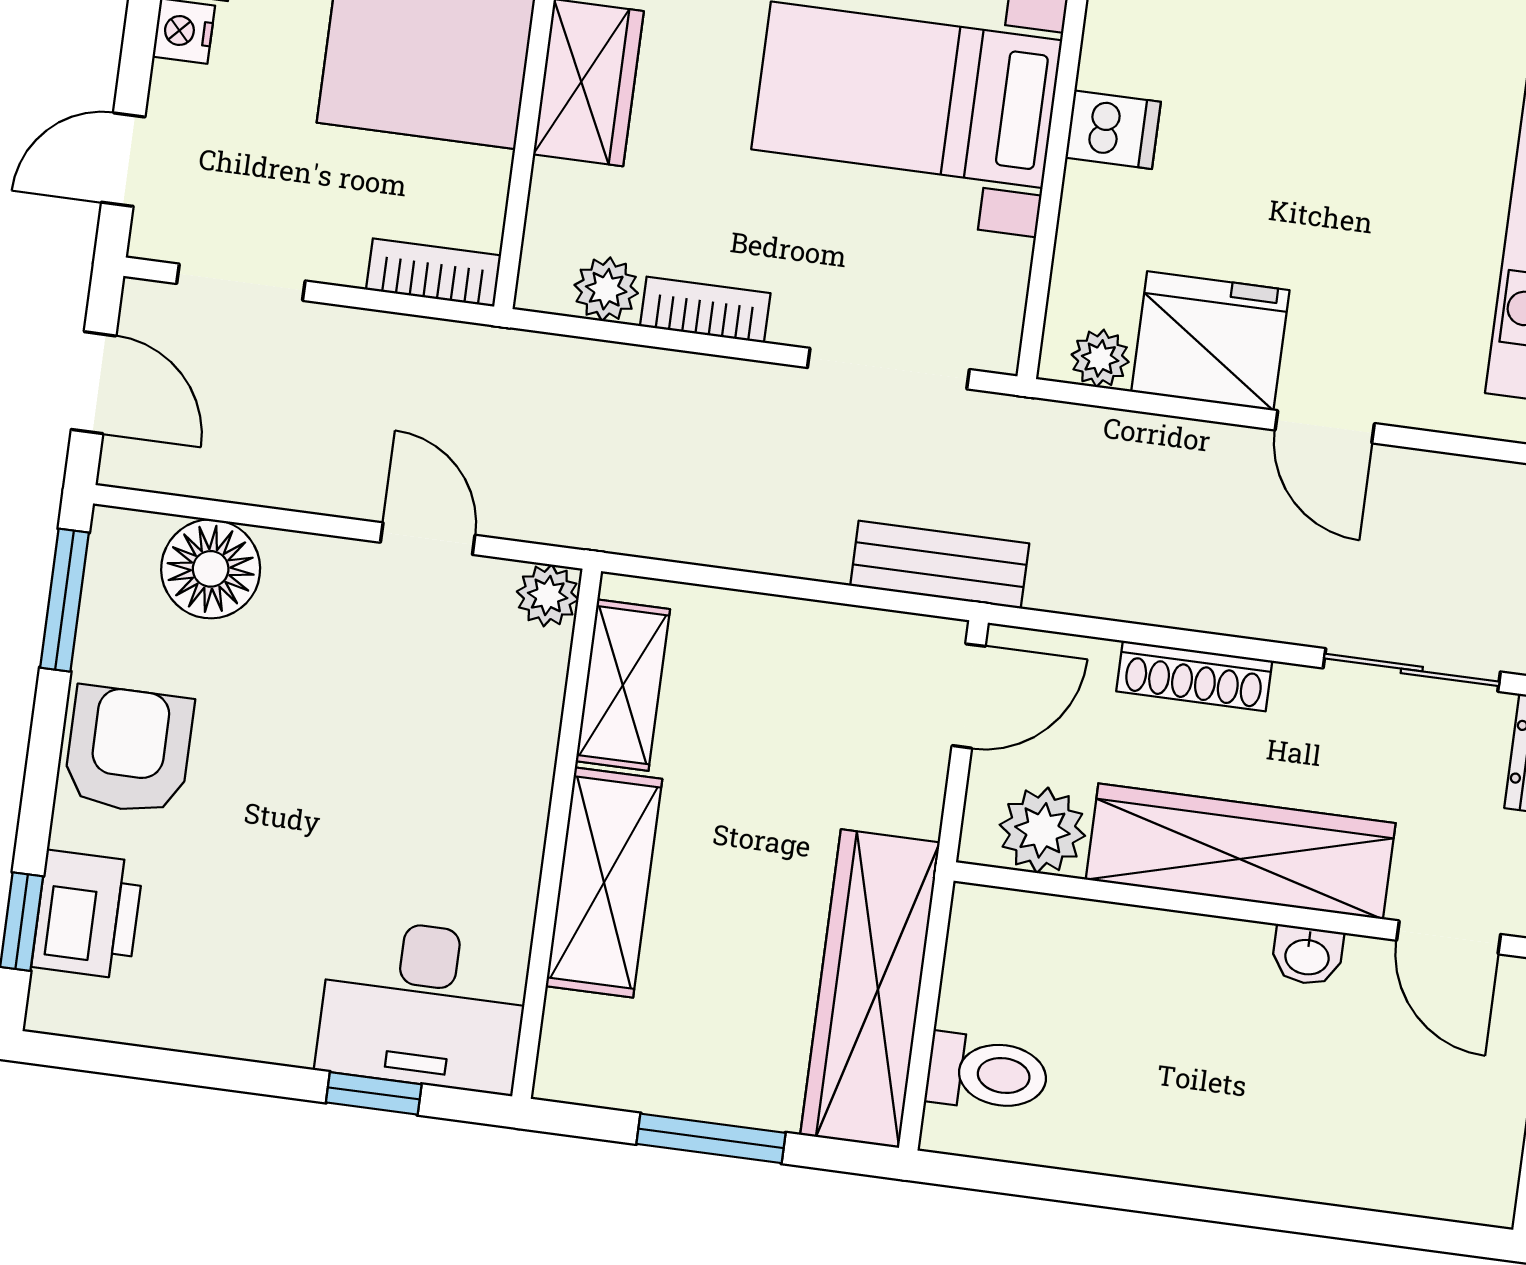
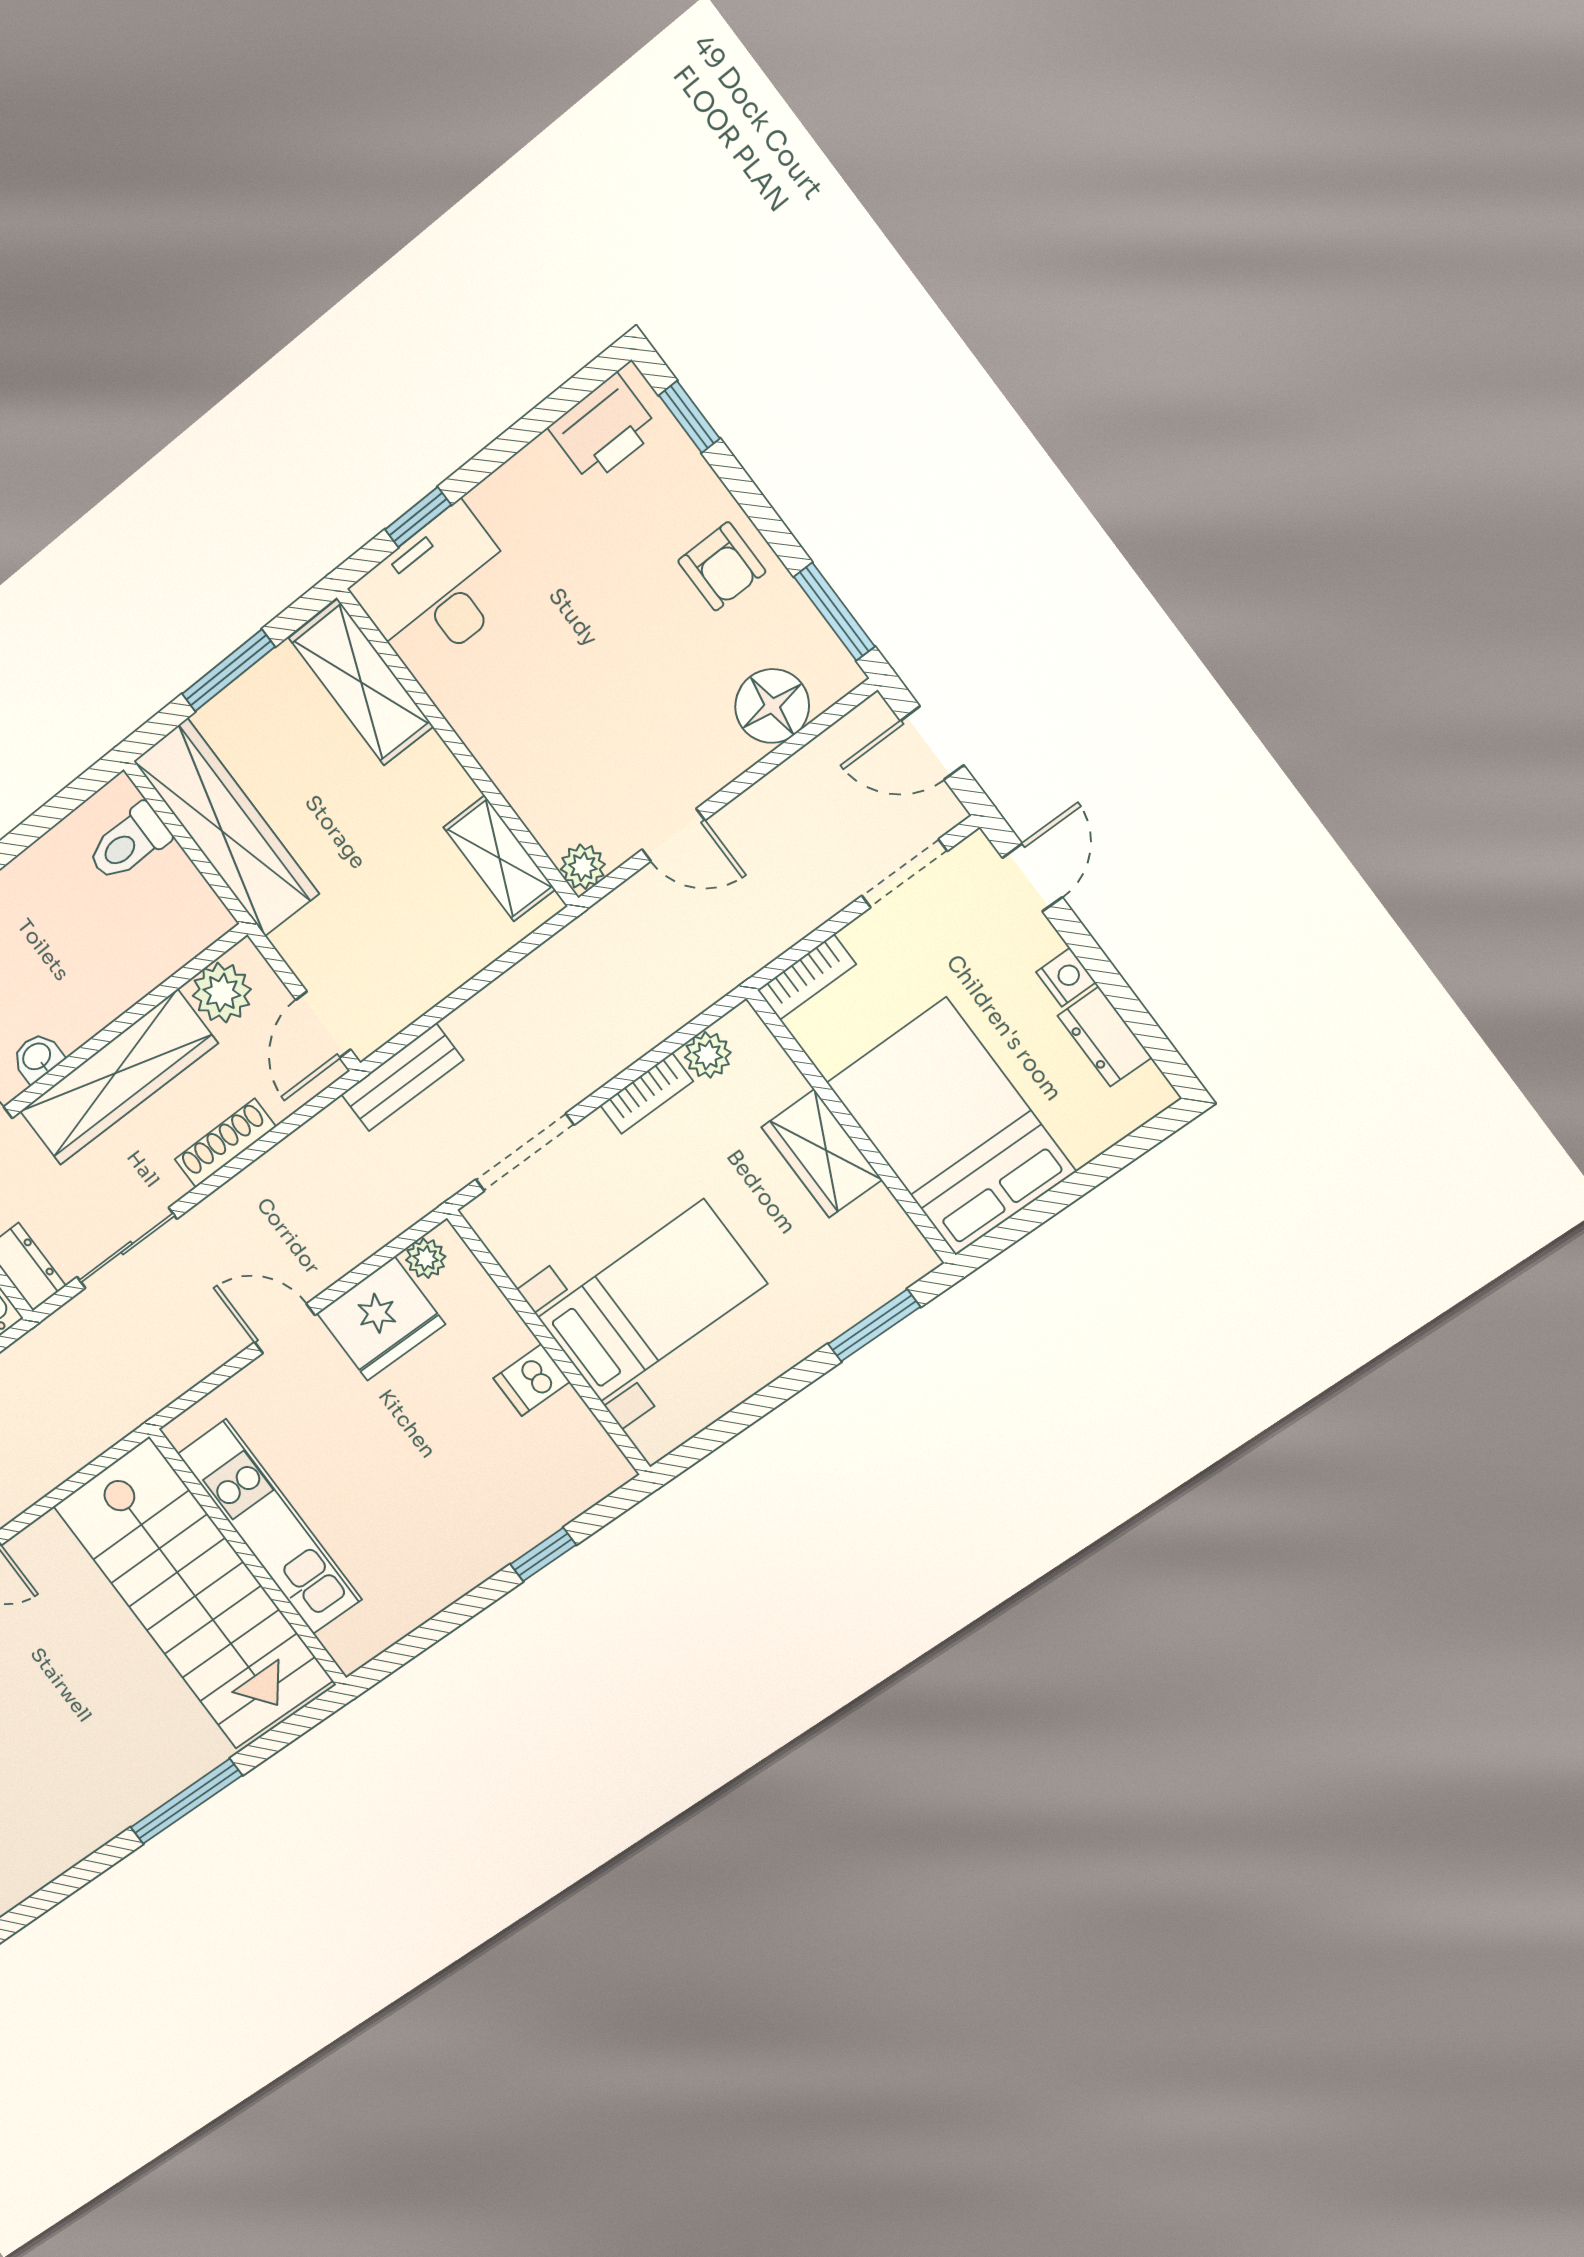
armchair: (129, 750) -> (722, 566), width x0.72, depth x0.72
shelving: (604, 882) -> (361, 682), moved
printer: (87, 915) -> (603, 429), moved, turned -90

